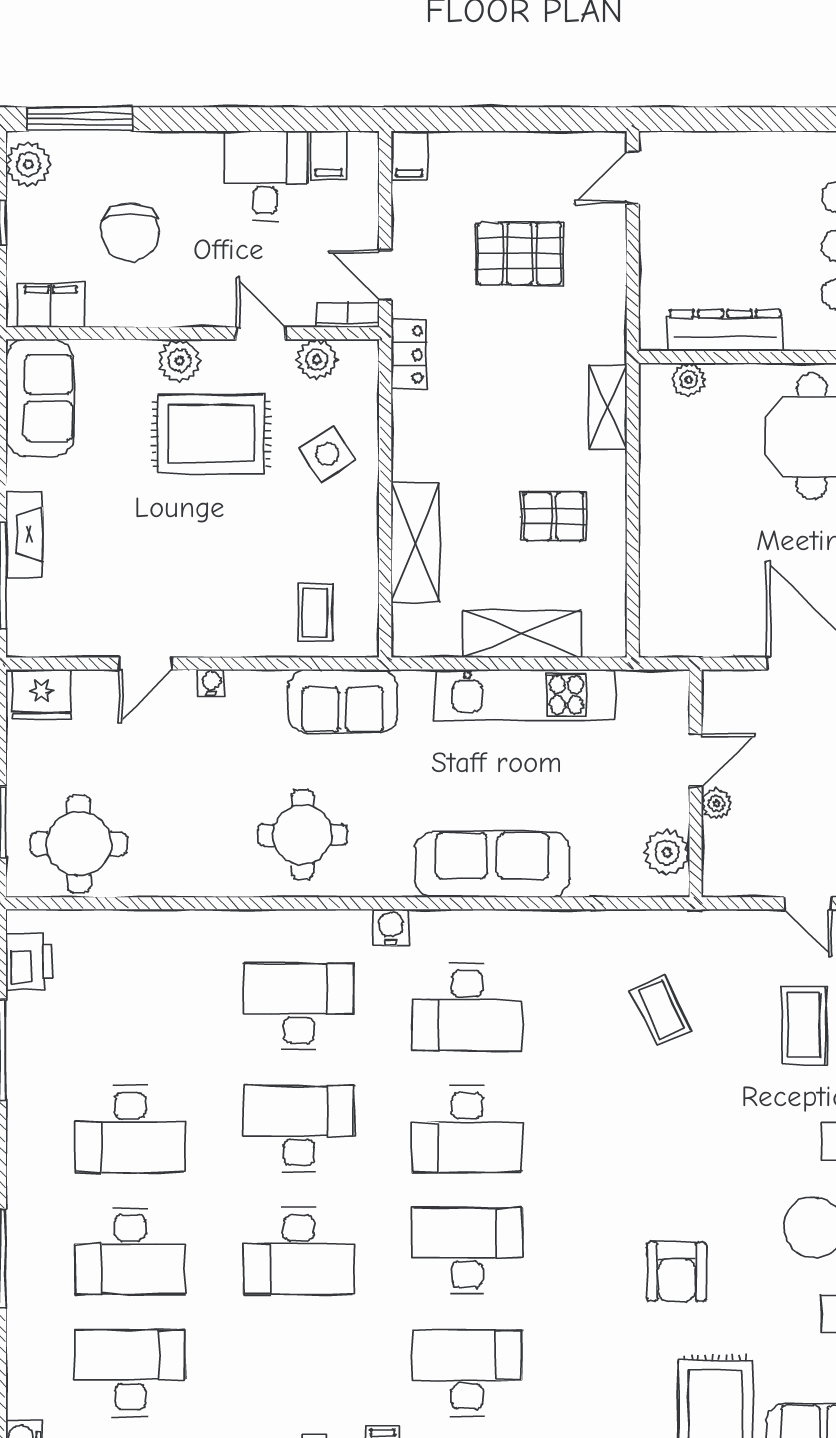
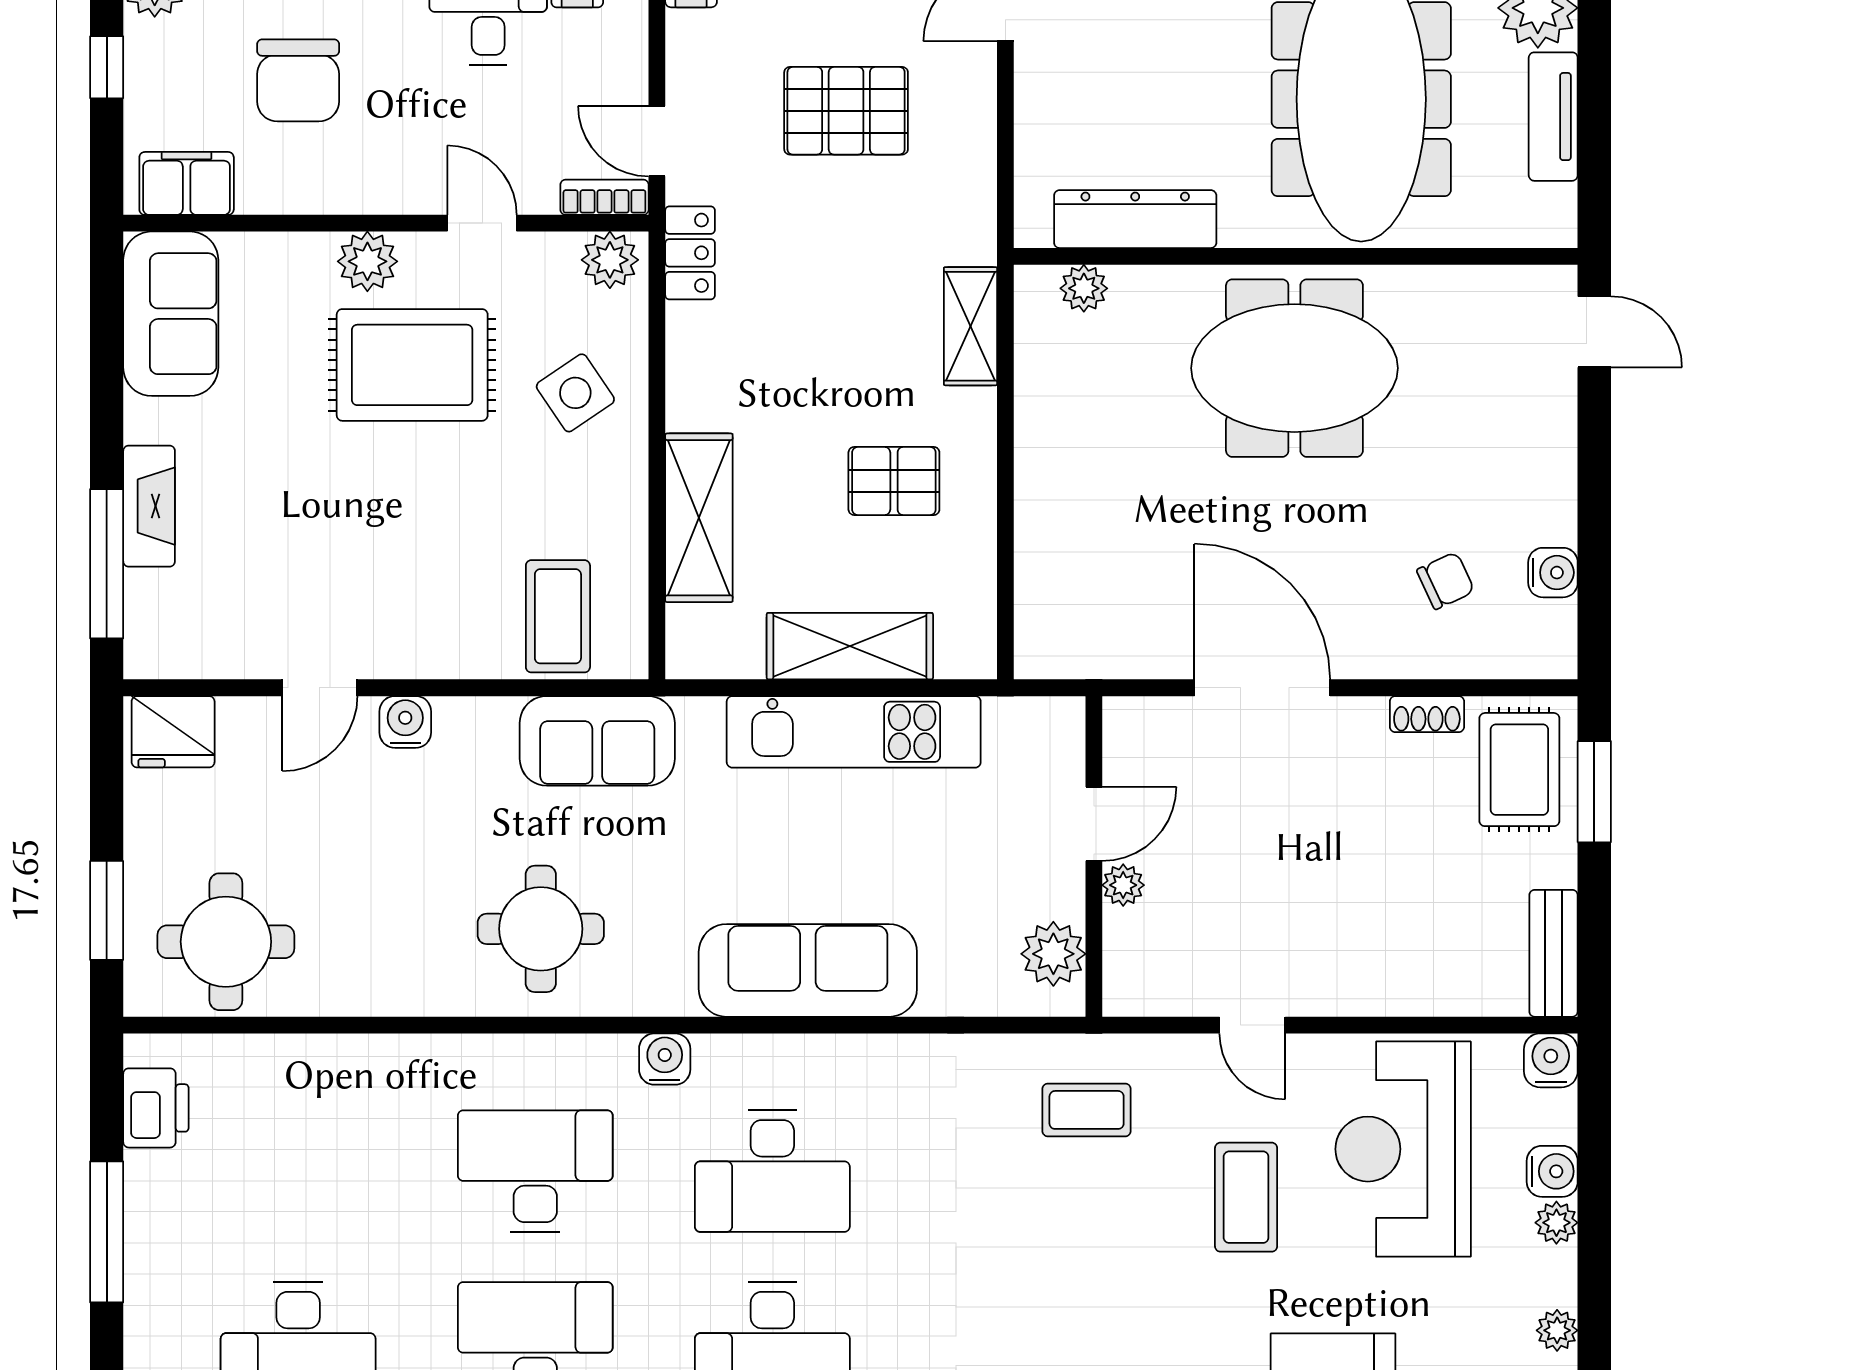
plant: (317, 359) -> (610, 260), moved
coffee table: (315, 613) -> (558, 616), width x1.36, depth x1.30
water cooler: (211, 683) -> (405, 722), width x1.38, depth x1.38
coffee table: (660, 1010) -> (1087, 1110), moved, turned -65

